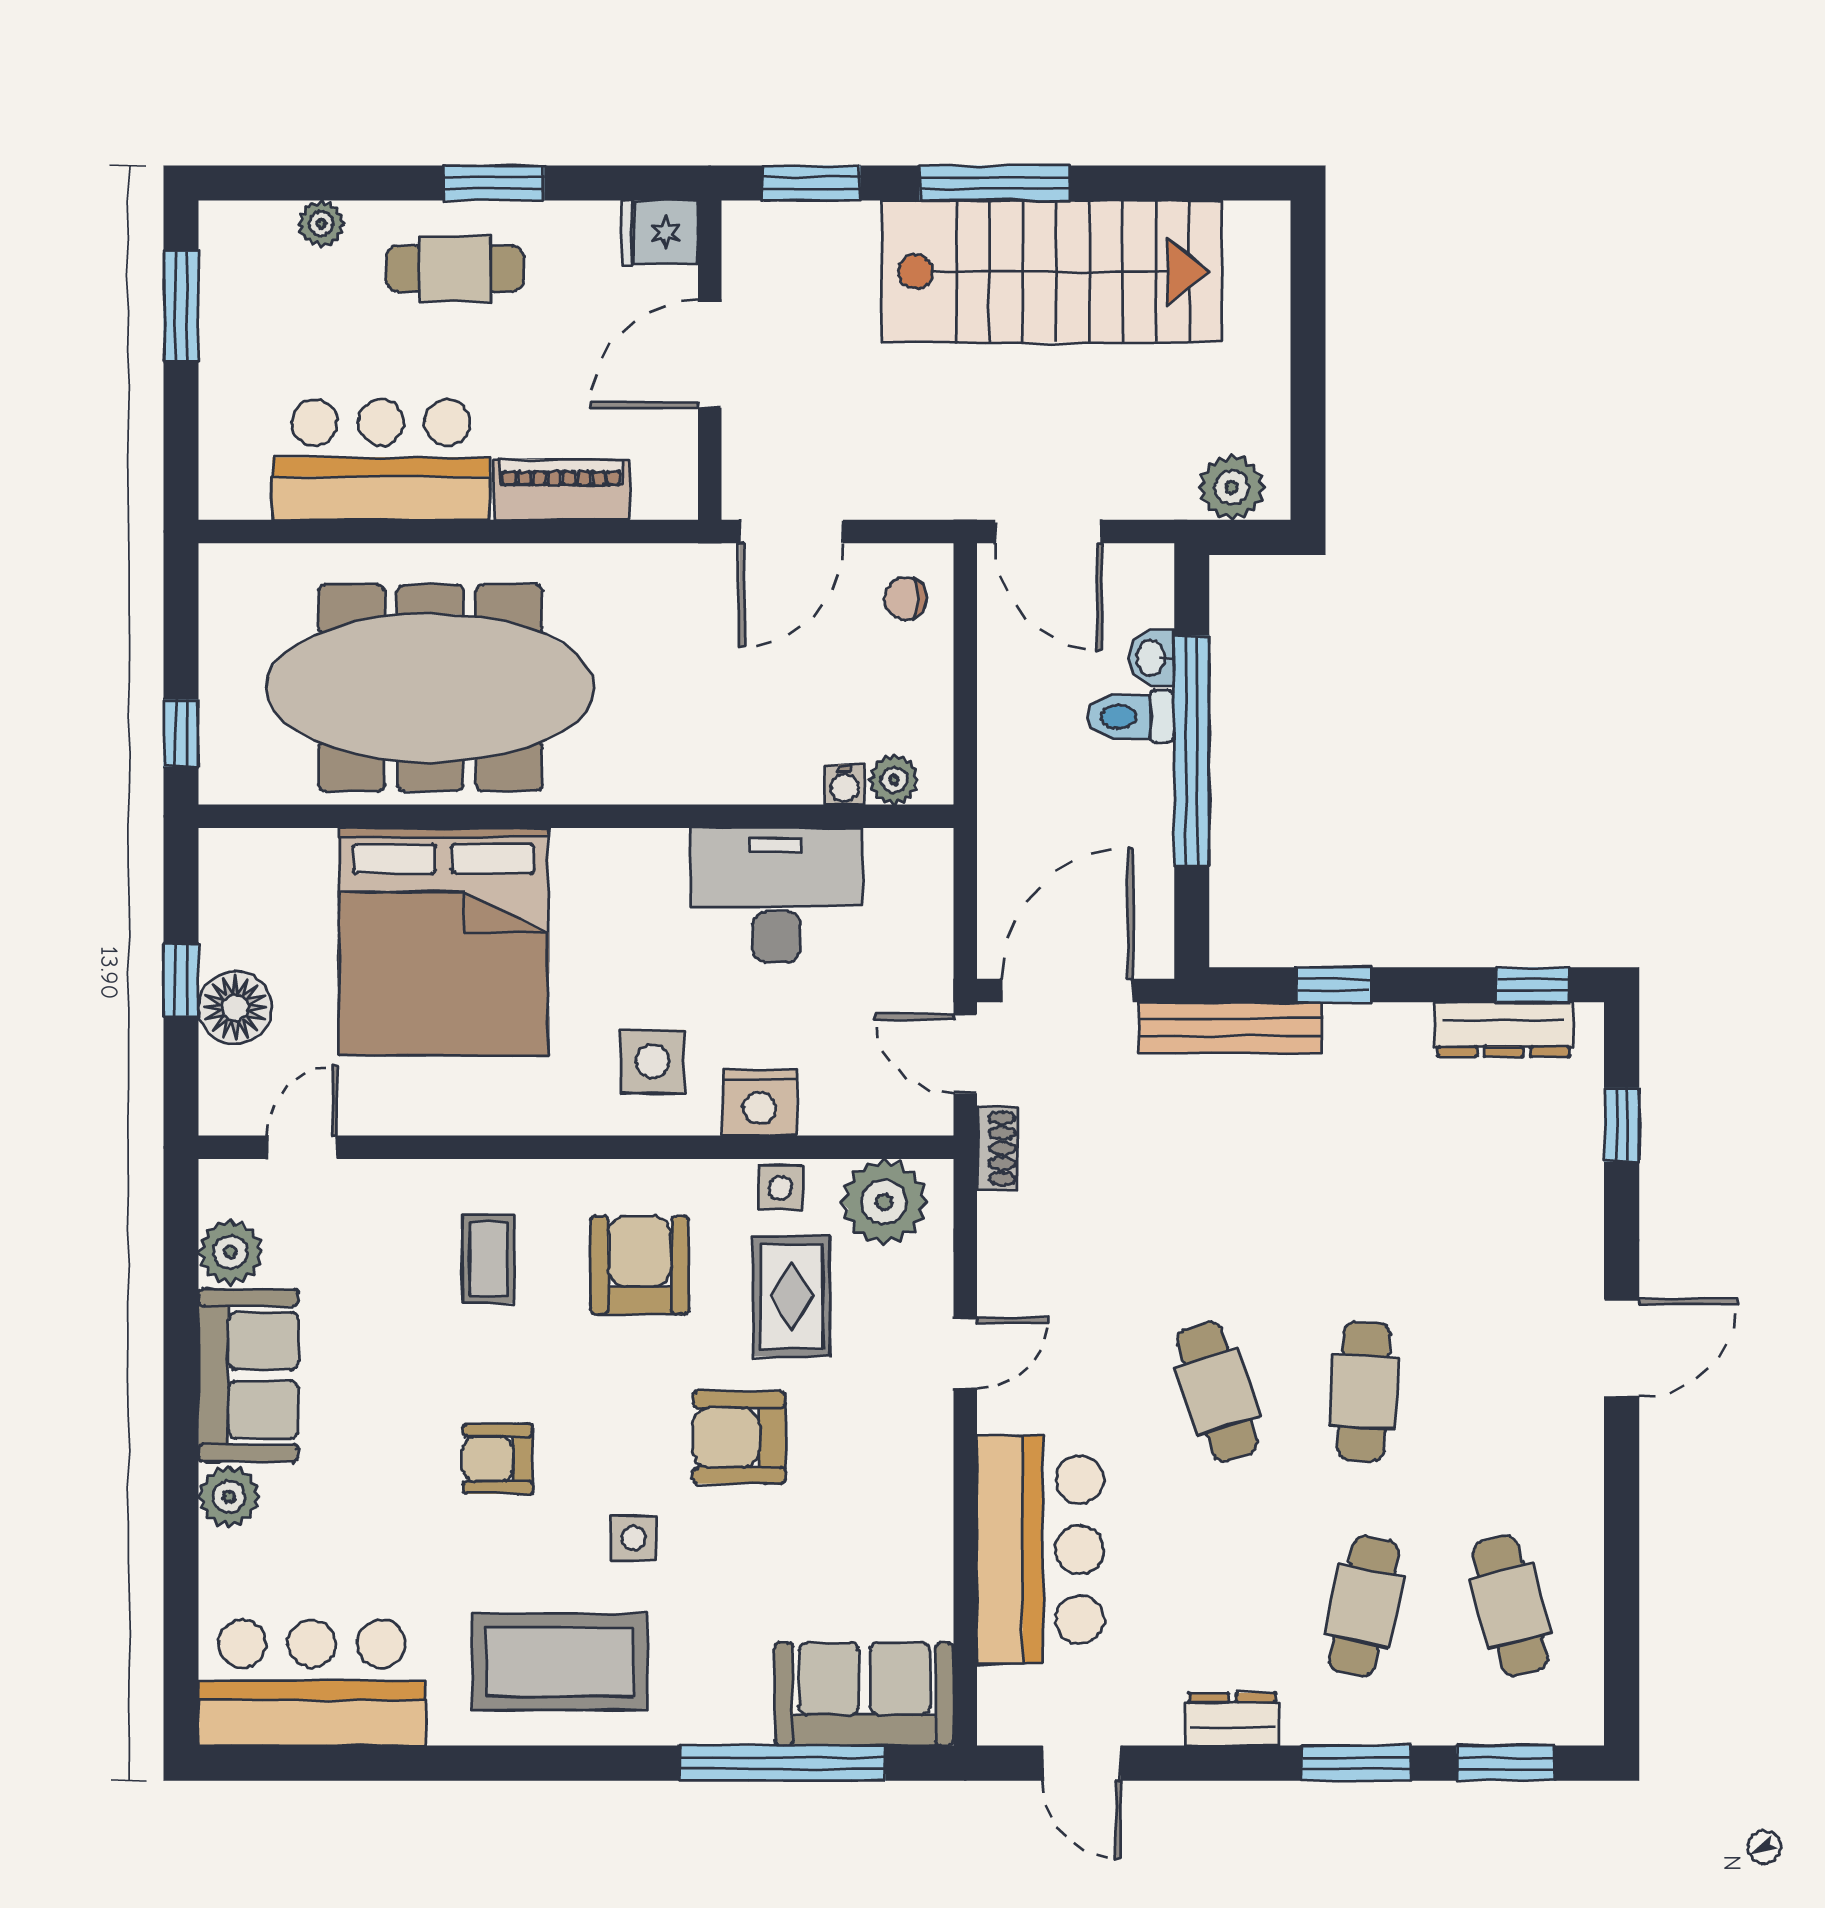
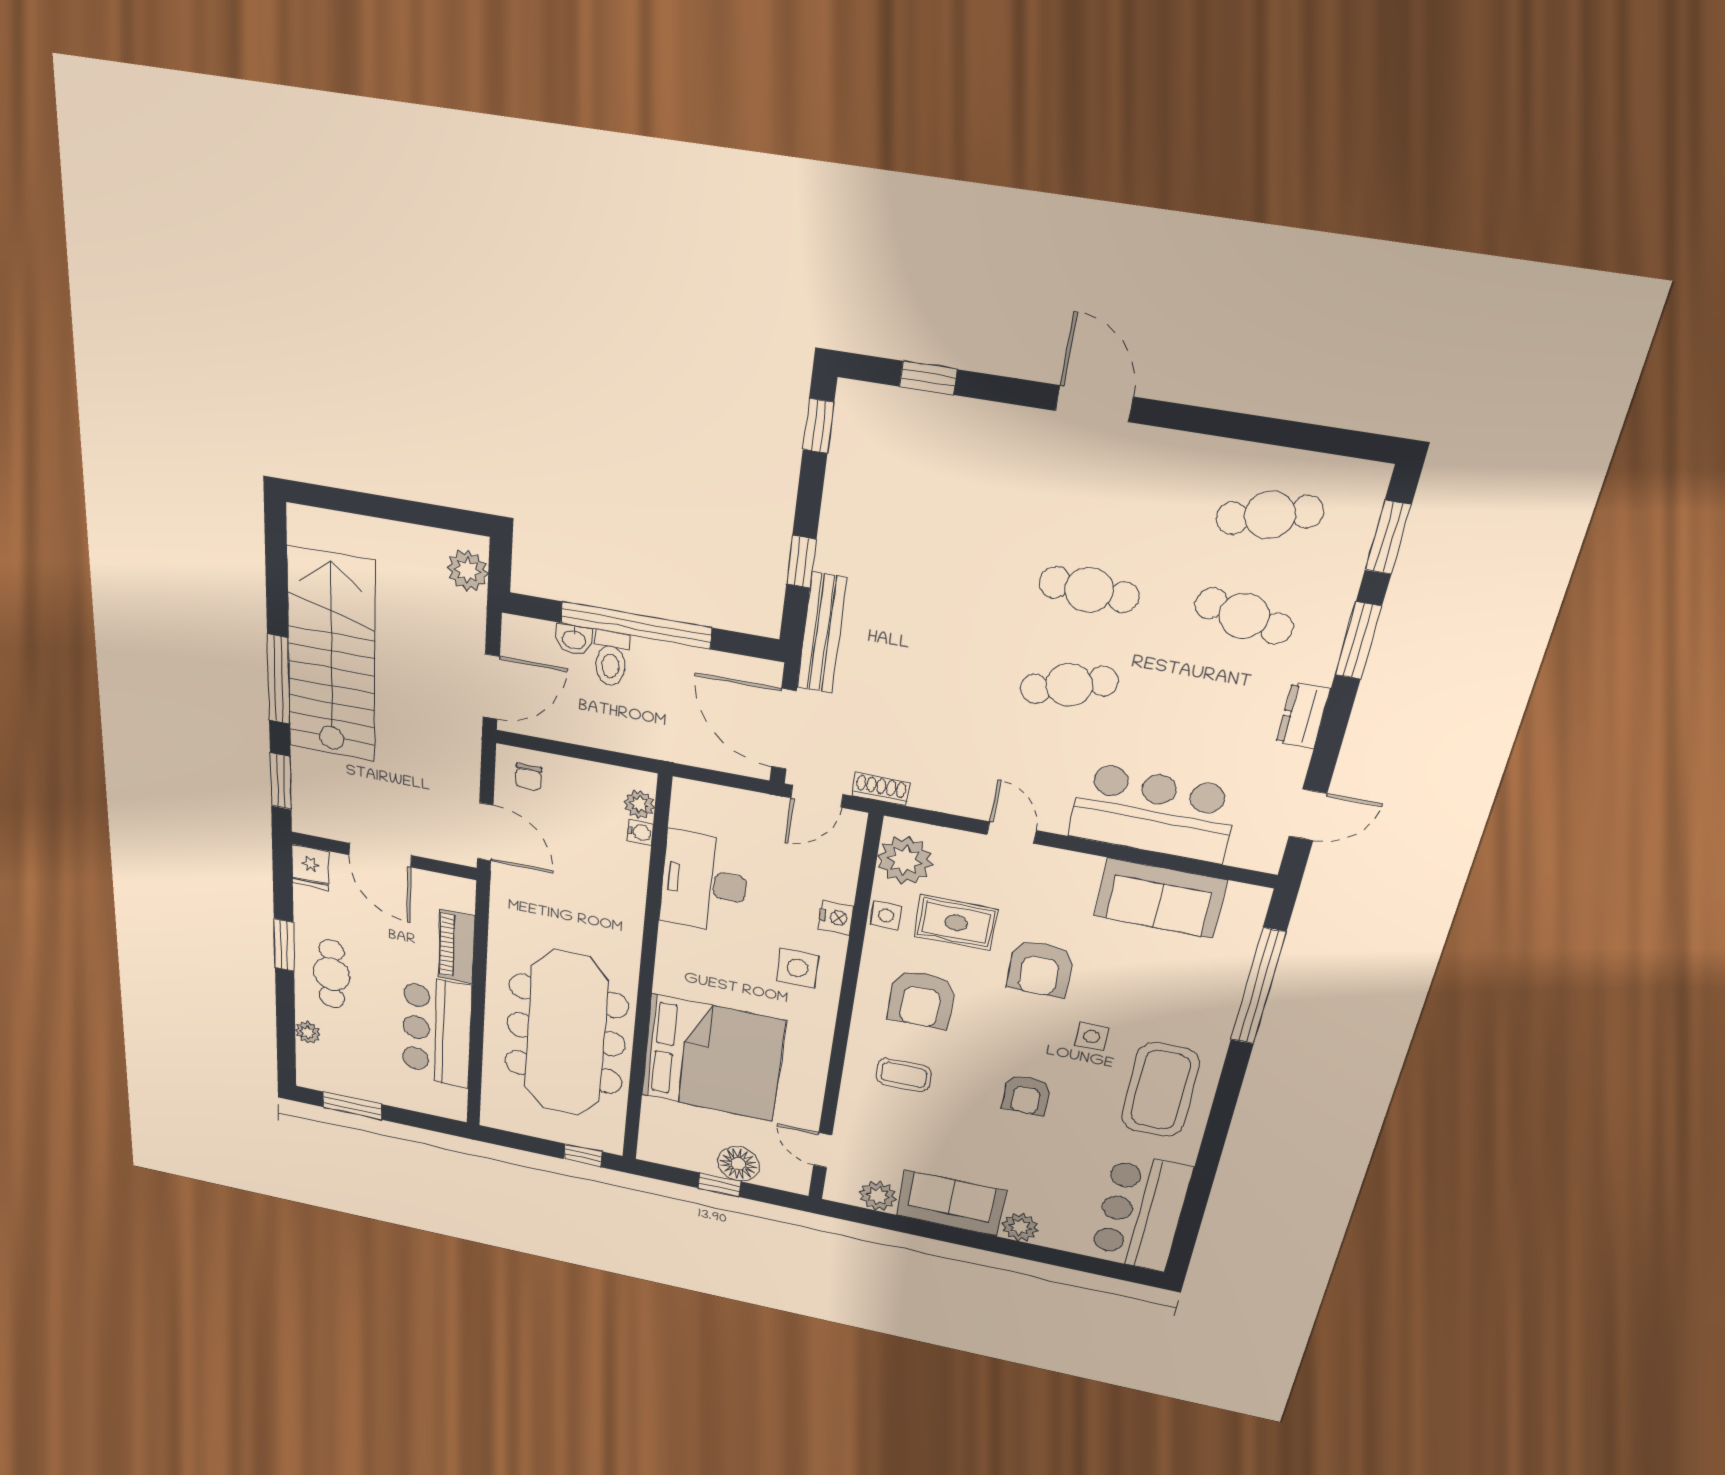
dresser: (1504, 1029) -> (847, 452), removed
nightstand: (759, 1103) -> (836, 917), width x0.74, depth x0.75
armchair: (640, 1265) -> (921, 999), turned -90
sofa: (864, 1694) -> (1160, 898), moved, turned -90

